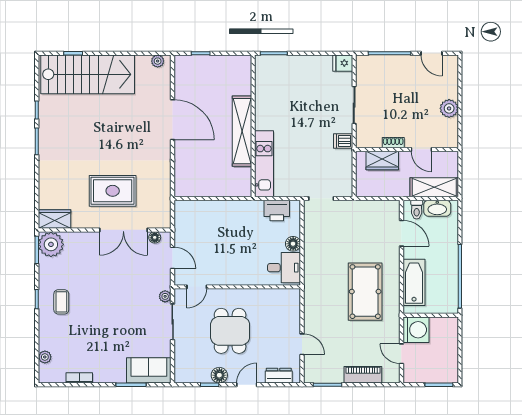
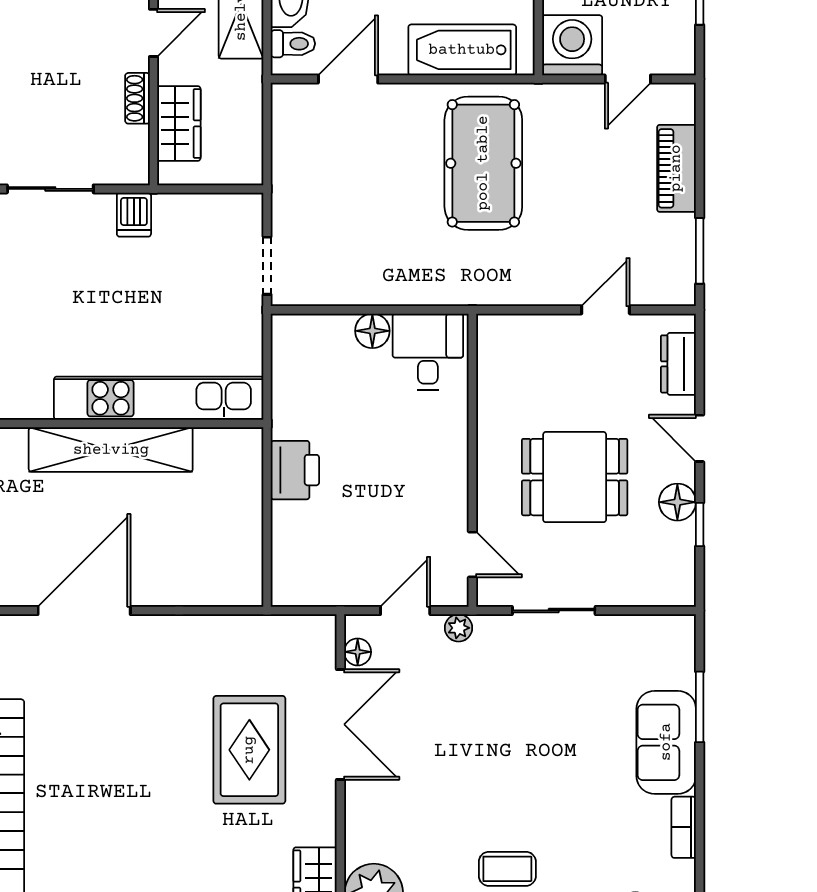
kitchen unit: (264, 164) -> (159, 398), width x1.36
printer: (277, 210) -> (295, 470), moved
pool table: (365, 292) -> (483, 163), turned 90
plant: (165, 296) -> (459, 628), moved
sofa: (149, 370) -> (666, 742), moved

